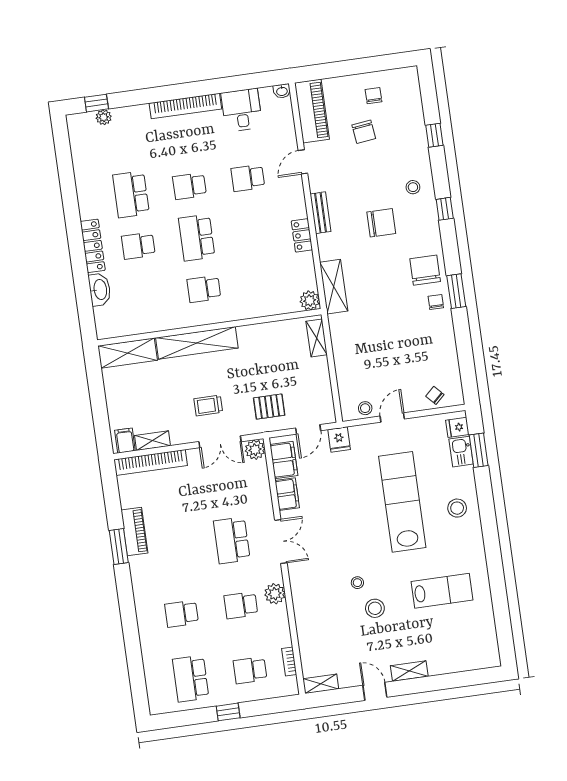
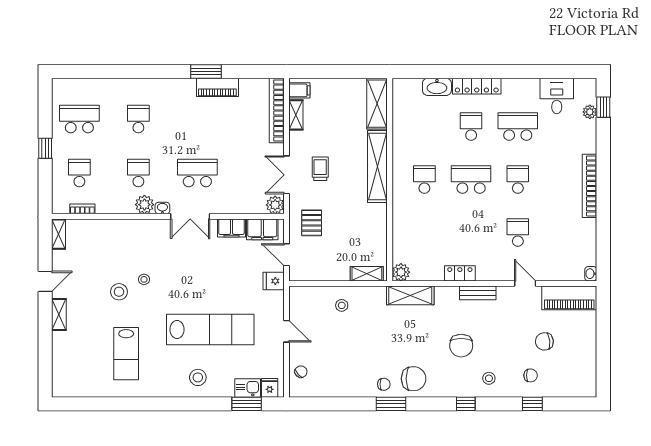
chair: (373, 96) -> (531, 375), moved
desk: (242, 110) -> (557, 96), moved, turned -90
stool: (365, 408) -> (342, 305), moved
washbasin: (276, 573) -> (162, 208), added

